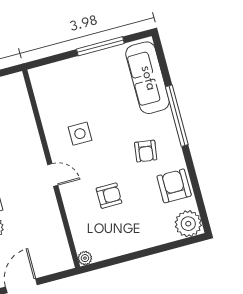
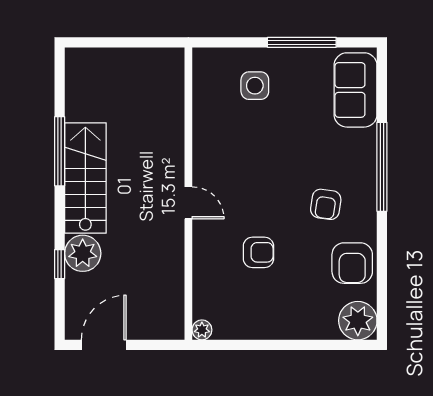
sofa: (148, 78) -> (356, 90), width x0.73
side table: (80, 134) -> (255, 86), moved
armchair: (174, 186) -> (352, 263), turned 180

